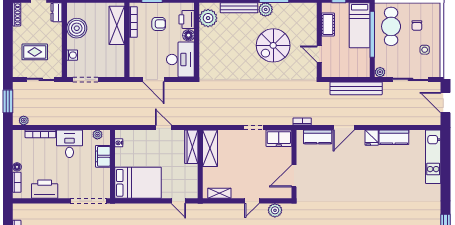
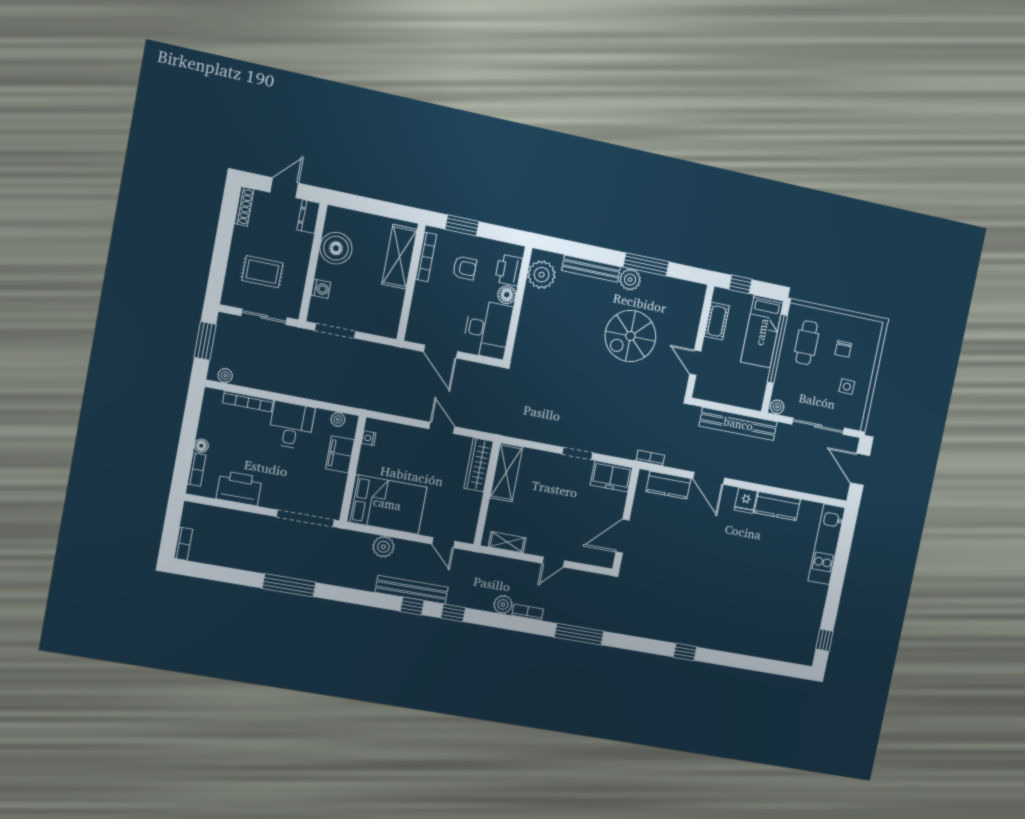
cafe table: (391, 26) -> (807, 343), width x0.73, depth x0.74
door: (344, 128) -> (709, 478), hinge flipped
plant: (275, 210) -> (383, 547), moved

